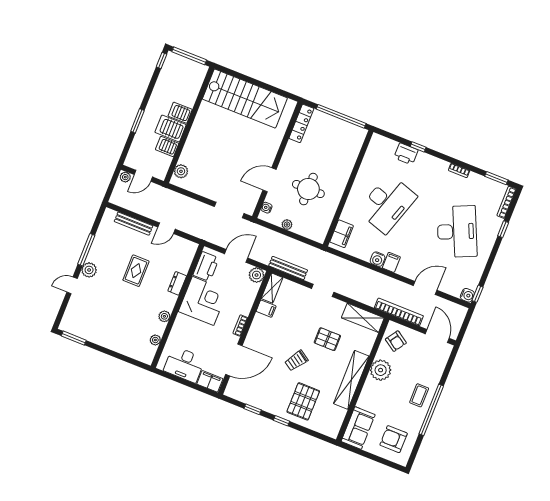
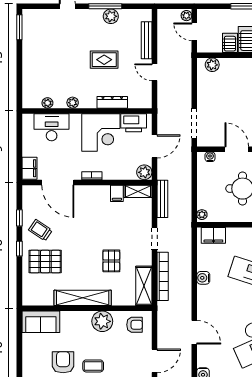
plant: (287, 225) -> (202, 215), moved
door: (236, 256) -> (154, 146), hinge flipped
filing cabinet: (391, 262) -> (205, 292), removed
plant: (89, 270) -> (111, 16), moved
dresser: (177, 283) -> (112, 102), width x1.44
bookcase: (399, 312) -> (163, 276), moved
armchair: (396, 341) -> (135, 325), turned -124
trolley: (296, 361) -> (40, 230), moved
desk: (184, 364) -> (52, 127), moved, turned 90
armchair: (394, 439) -> (63, 362), moved

